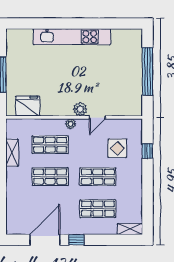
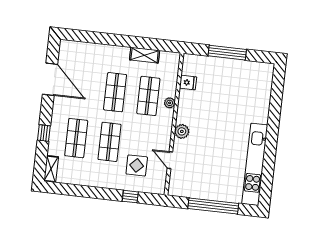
kitchen unit: (72, 37) -> (255, 164), moved
fridge: (28, 106) -> (188, 83), width x0.53, depth x0.75
door: (97, 117) -> (170, 160), moved
plant: (71, 124) -> (170, 103), moved
window: (76, 240) -> (44, 133), moved

